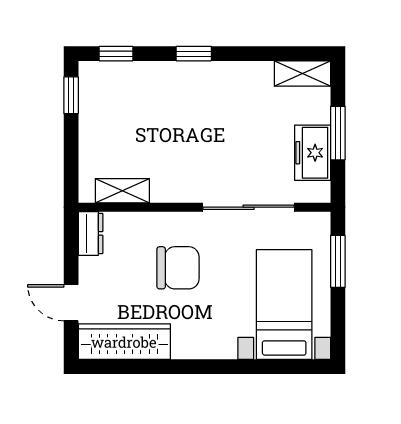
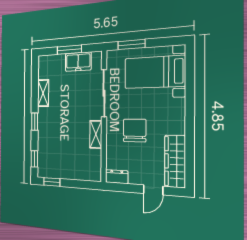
shelving: (302, 73) -> (43, 93), moved
shelving: (122, 191) -> (96, 134), moved

